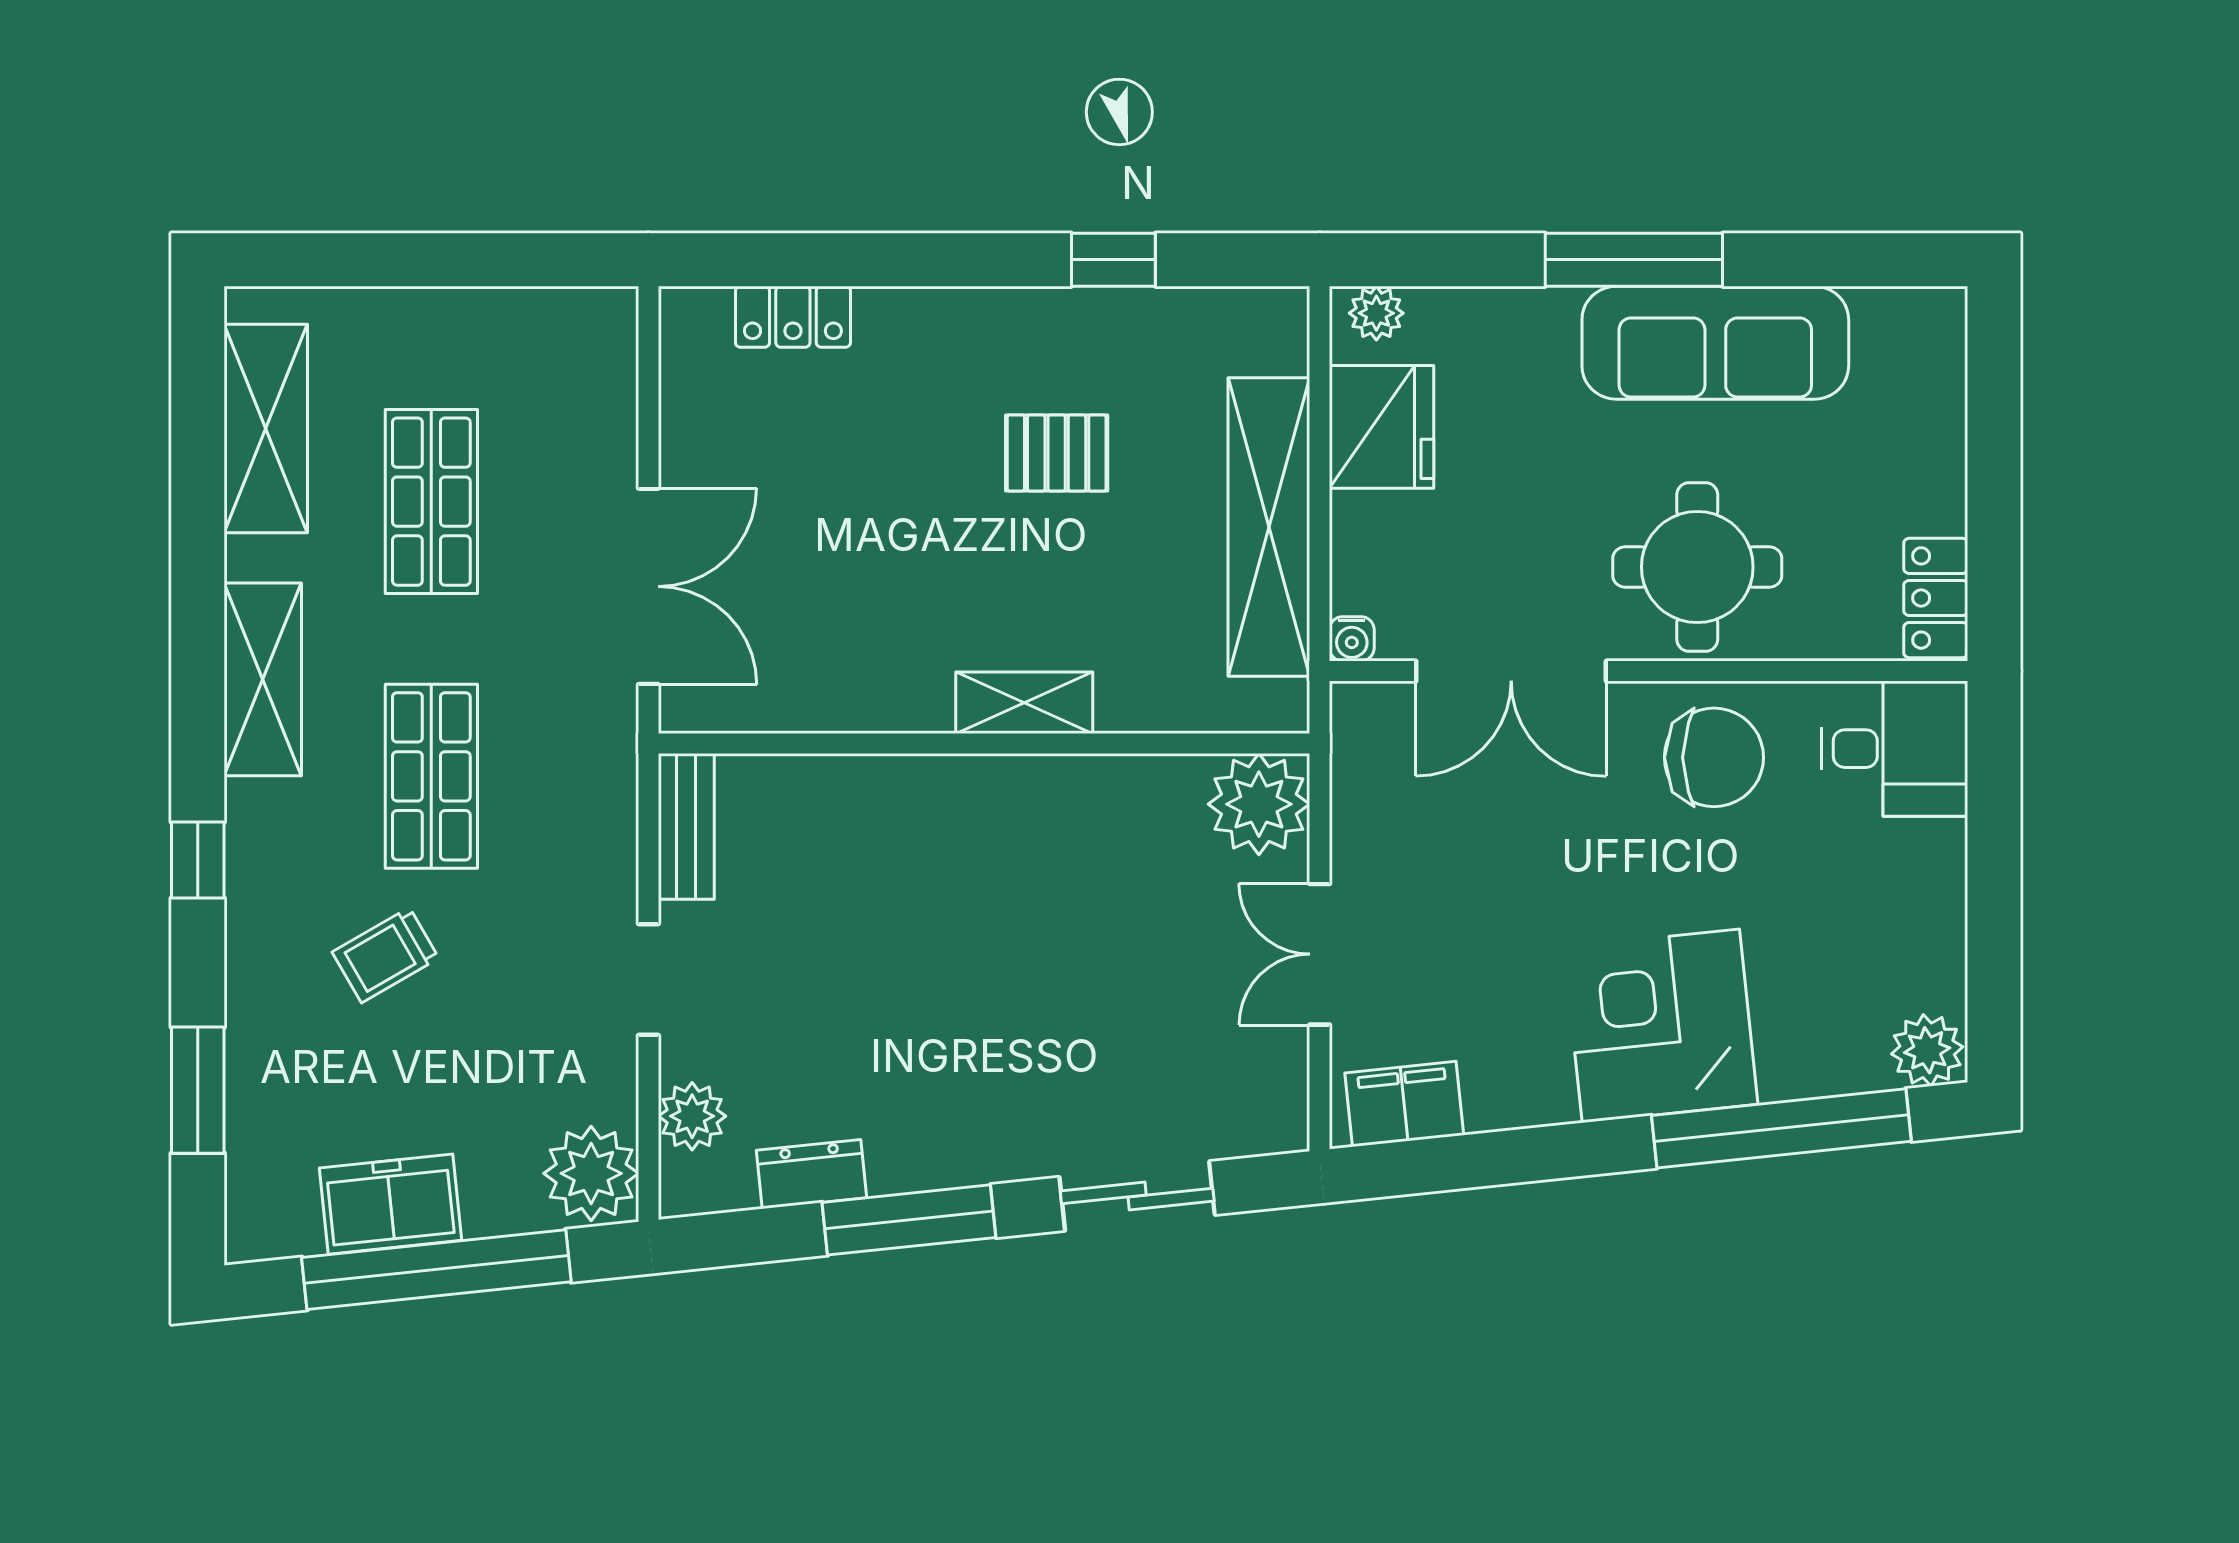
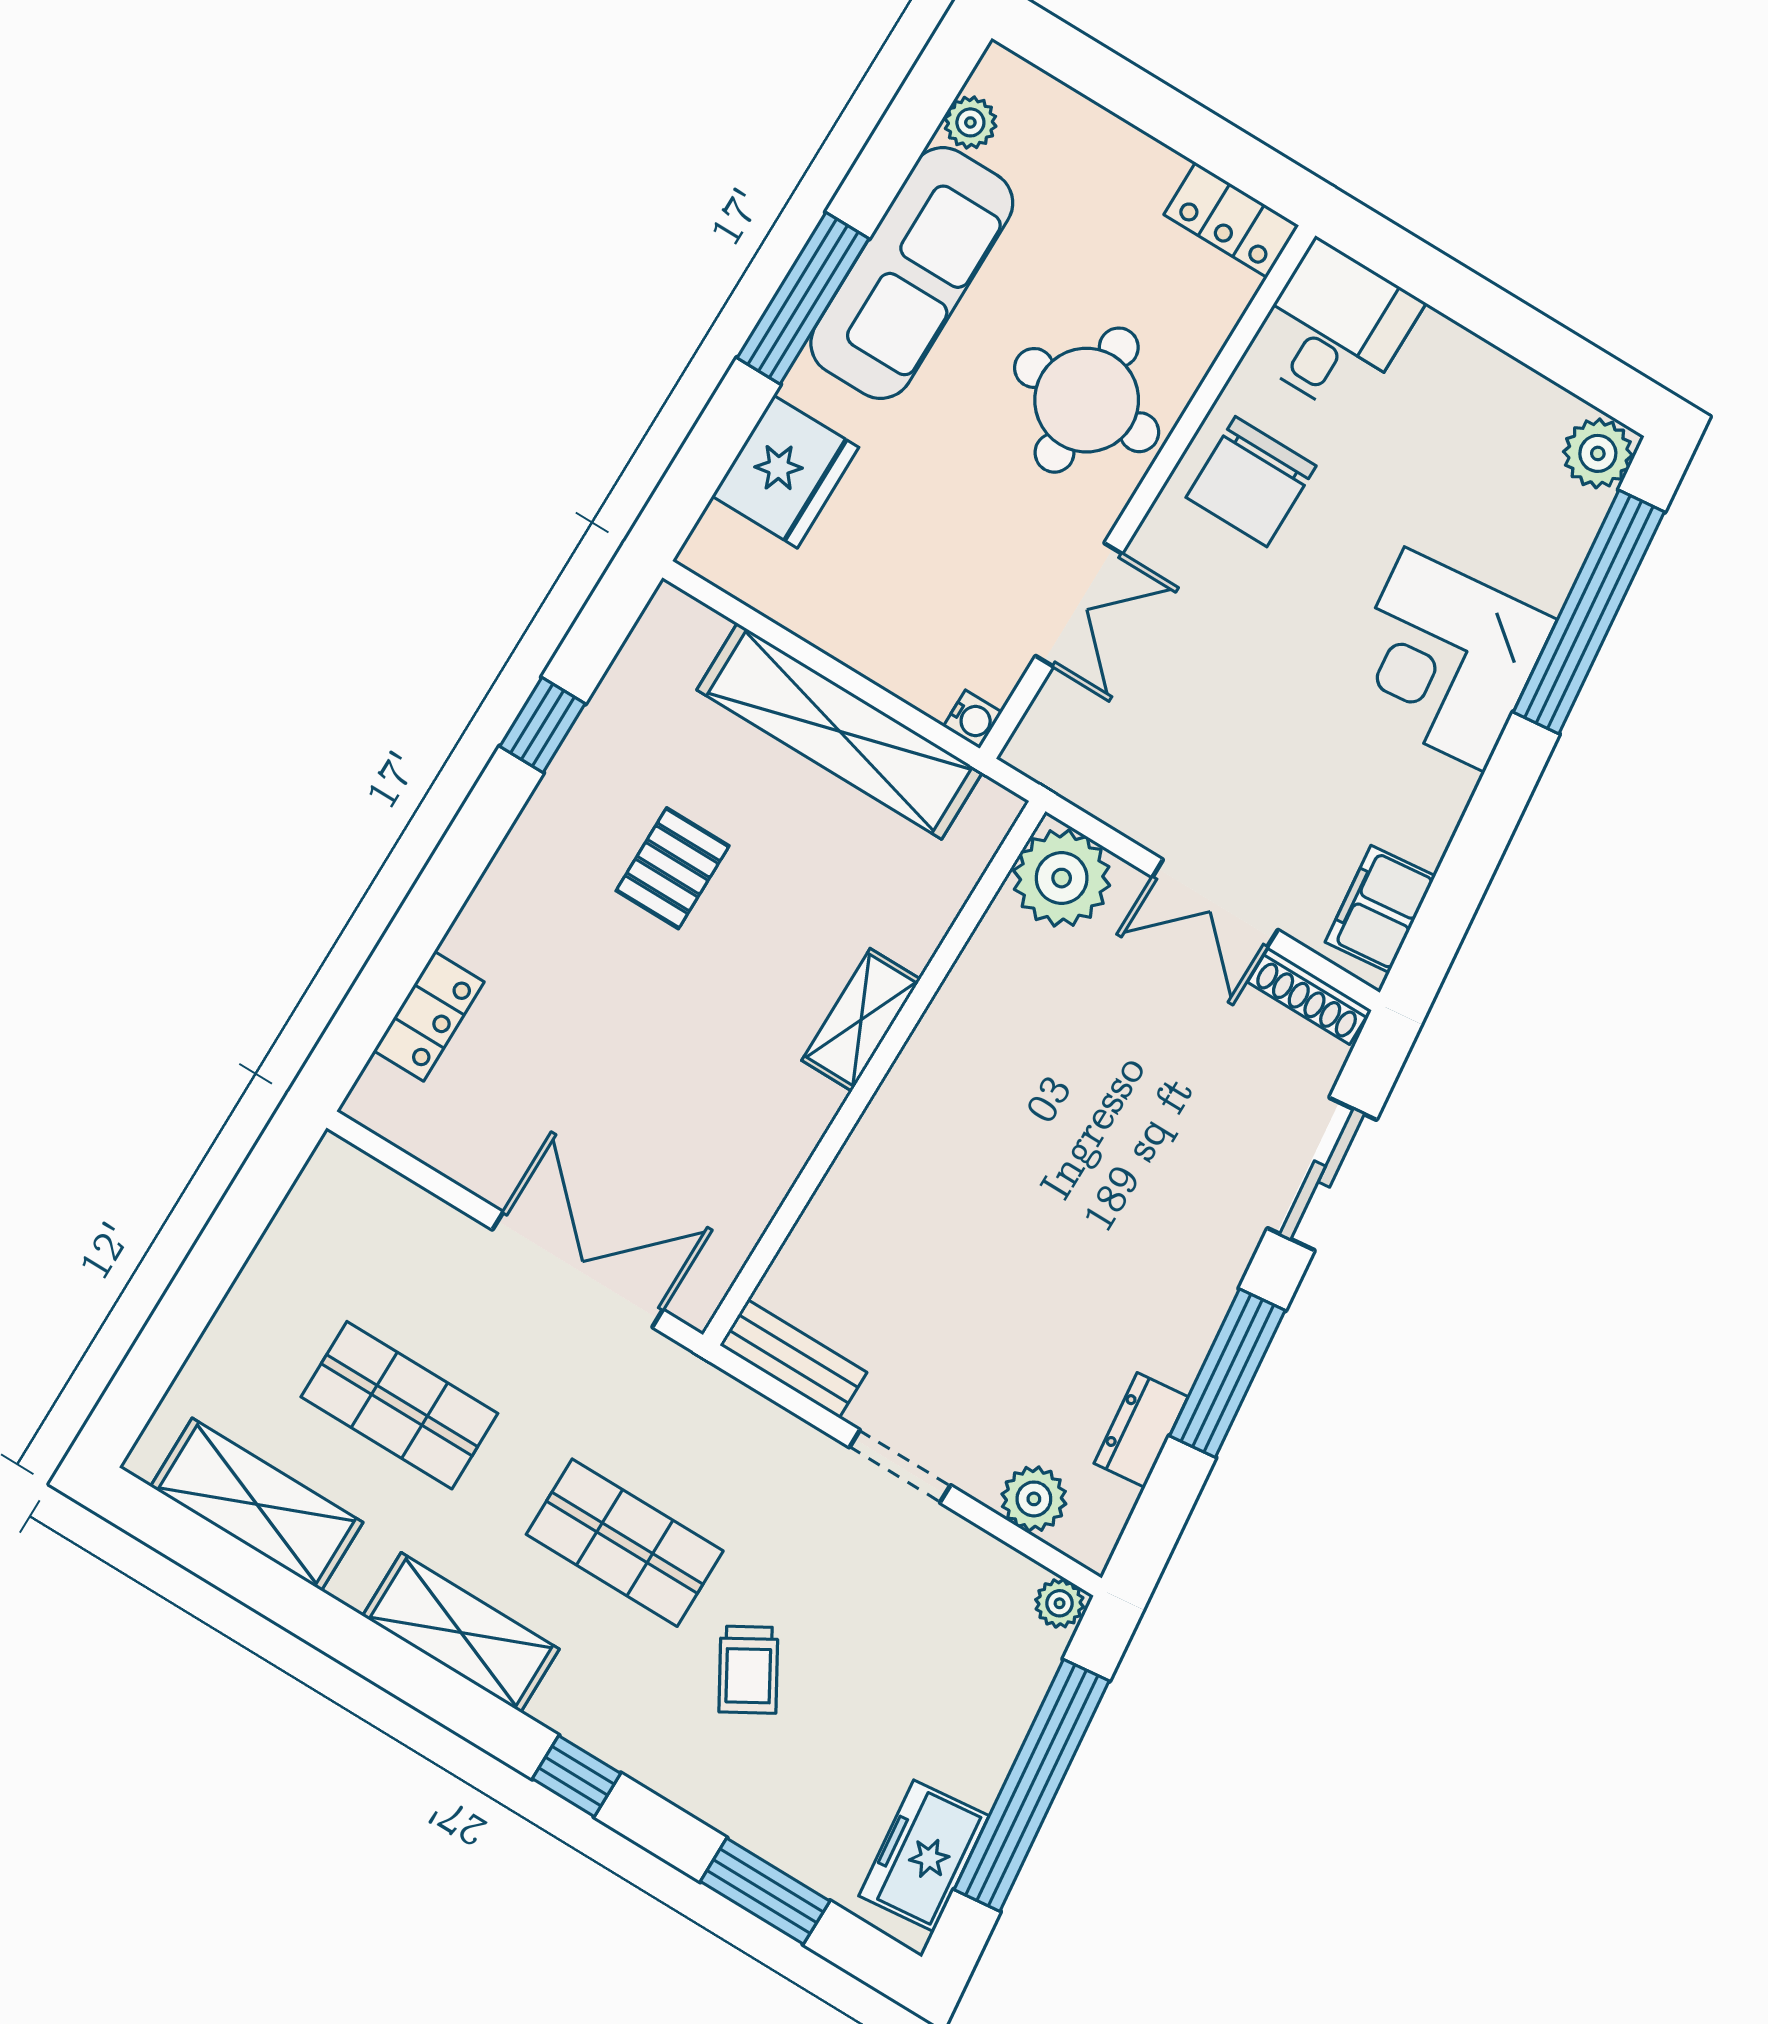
plant: (1376, 313) -> (970, 122), moved
fridge: (1382, 427) -> (785, 472), moved, turned 90
double door: (1511, 671) -> (1079, 605), width x0.73
chair: (1714, 757) -> (1251, 482), turned 180
shoe rack: (1288, 1088) -> (1309, 996), added
plant: (591, 1173) -> (1060, 1603), width x0.53, depth x0.53
freezer: (390, 1204) -> (924, 1856), moved

